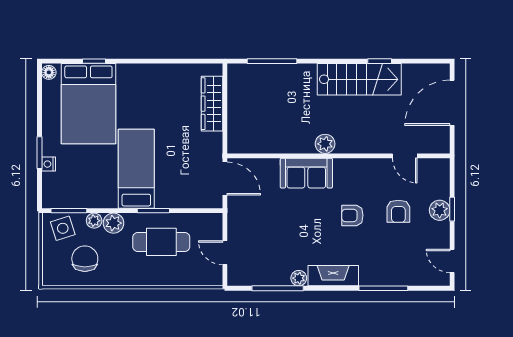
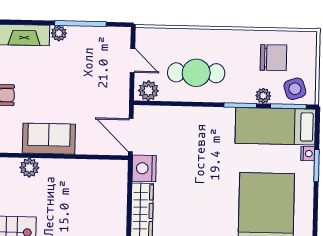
nightstand: (211, 146) -> (144, 168), added
bed: (136, 169) -> (275, 126), moved, turned 90
window: (153, 211) -> (240, 105), moved
plant: (113, 223) -> (148, 91), moved
chair: (85, 259) -> (273, 58), turned -90

